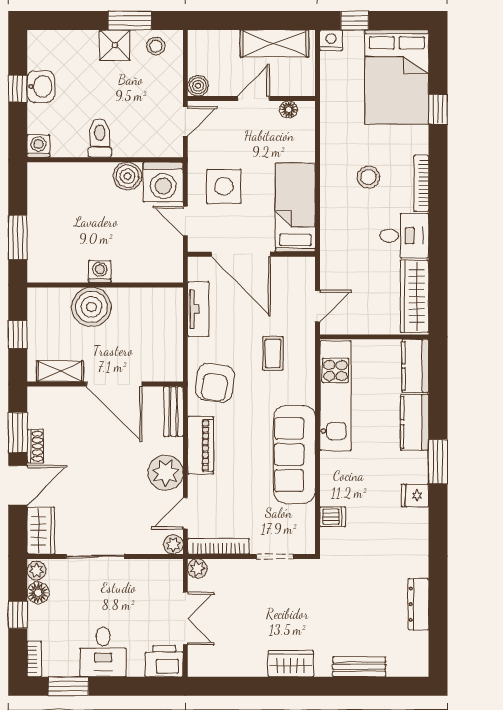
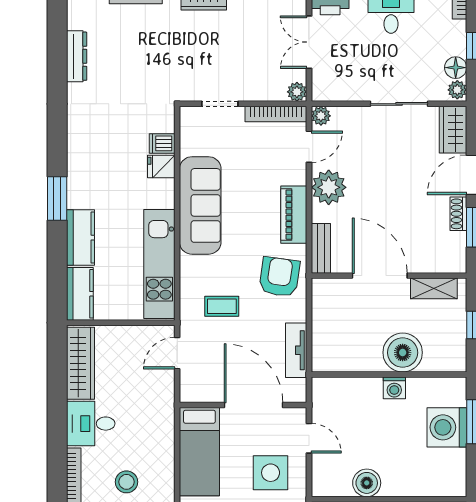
washing machine: (163, 182) -> (447, 427), moved, turned -90
coffee table: (273, 353) -> (222, 306), turned 90
fridge: (415, 496) -> (161, 167), moved, turned 180

